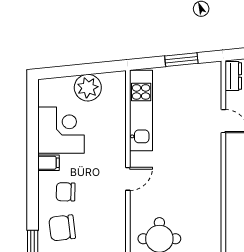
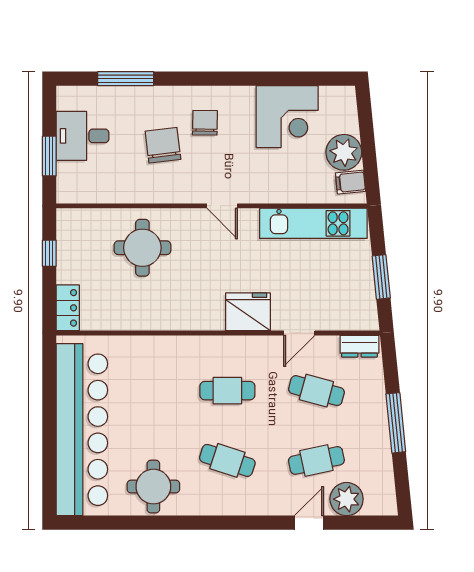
fridge: (207, 160) -> (248, 312), added
filing cabinet: (48, 163) -> (350, 182), moved, turned 84
chair: (62, 228) -> (163, 145), moved

